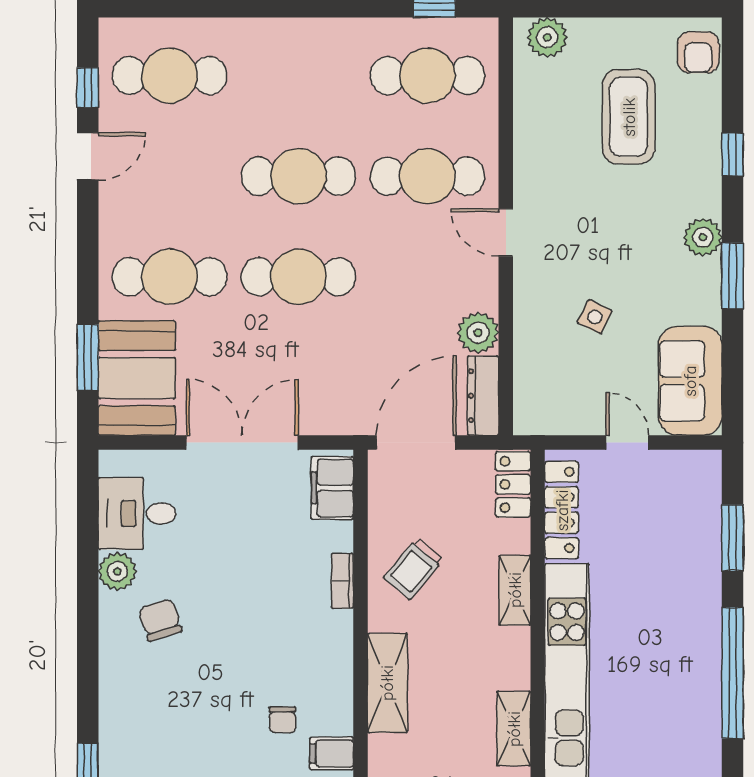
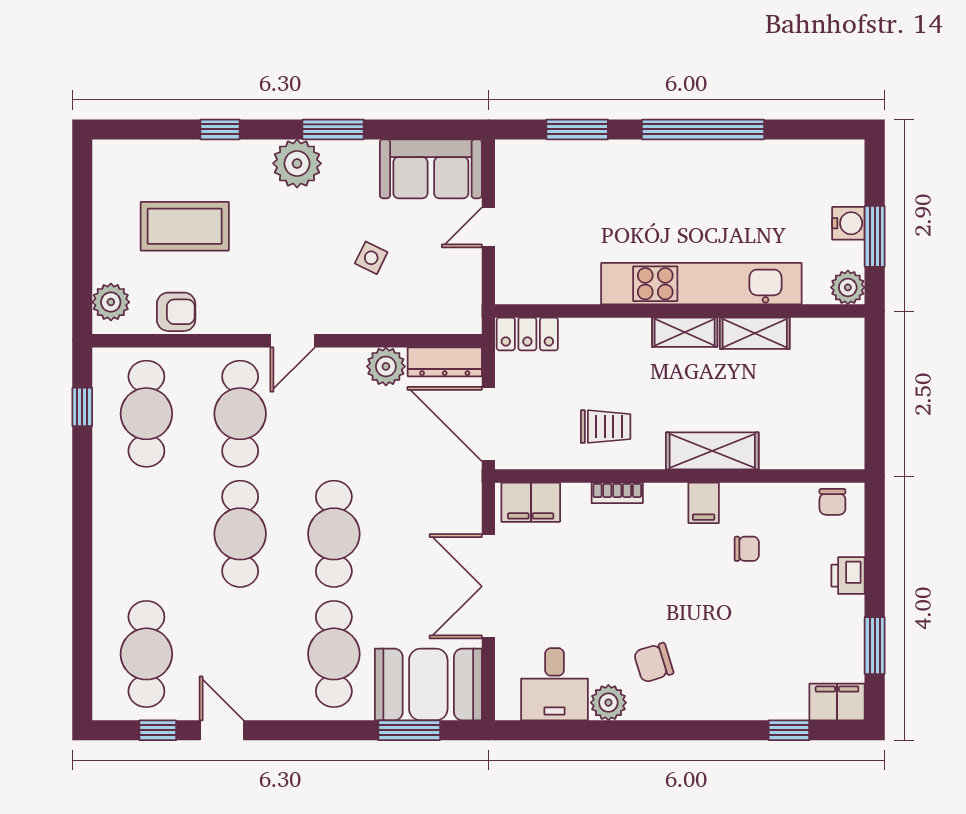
armchair: (698, 52) -> (176, 312), moved
plant: (703, 237) -> (297, 163), width x1.36, depth x1.36
locker: (562, 510) -> (551, 289), removed
trolley: (414, 568) -> (606, 427), turned -40
shelving: (515, 590) -> (685, 332), moved
filing cabinet: (332, 753) -> (704, 503), moved

